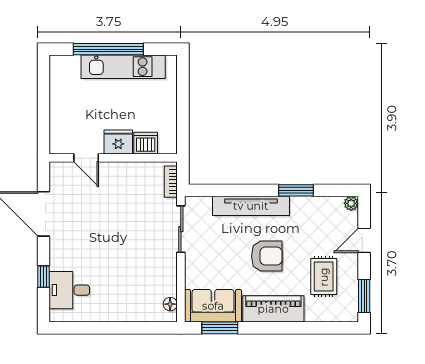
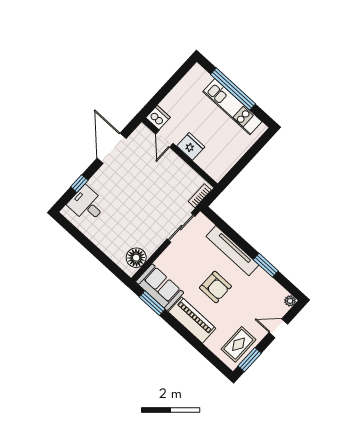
dishwasher: (146, 143) -> (158, 118), moved
rug: (324, 277) -> (238, 344), moved
floor lamp: (170, 304) -> (136, 258), width x1.89, depth x1.89

